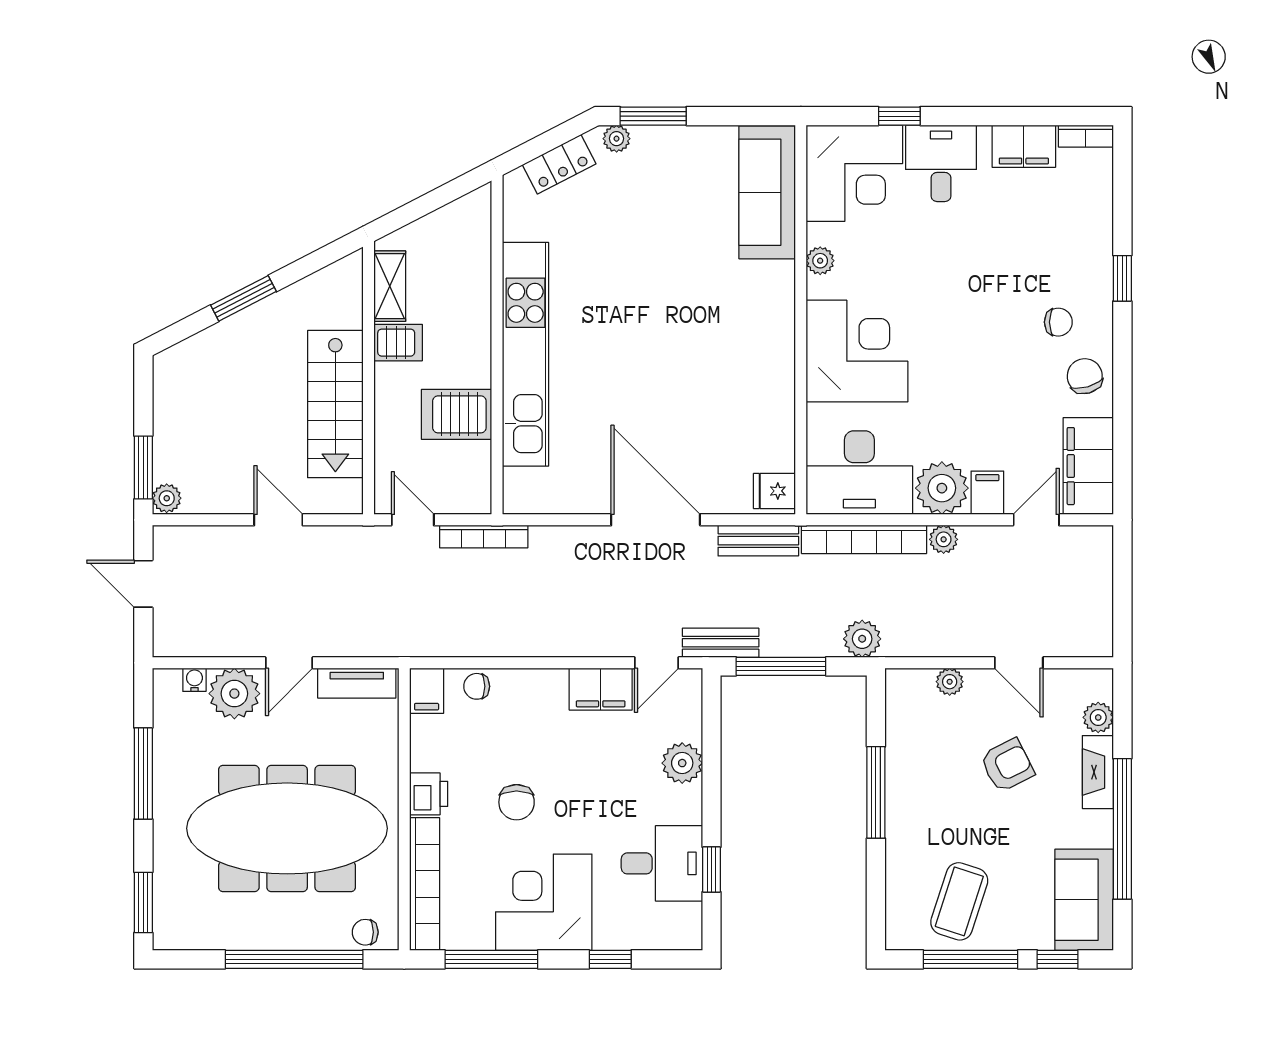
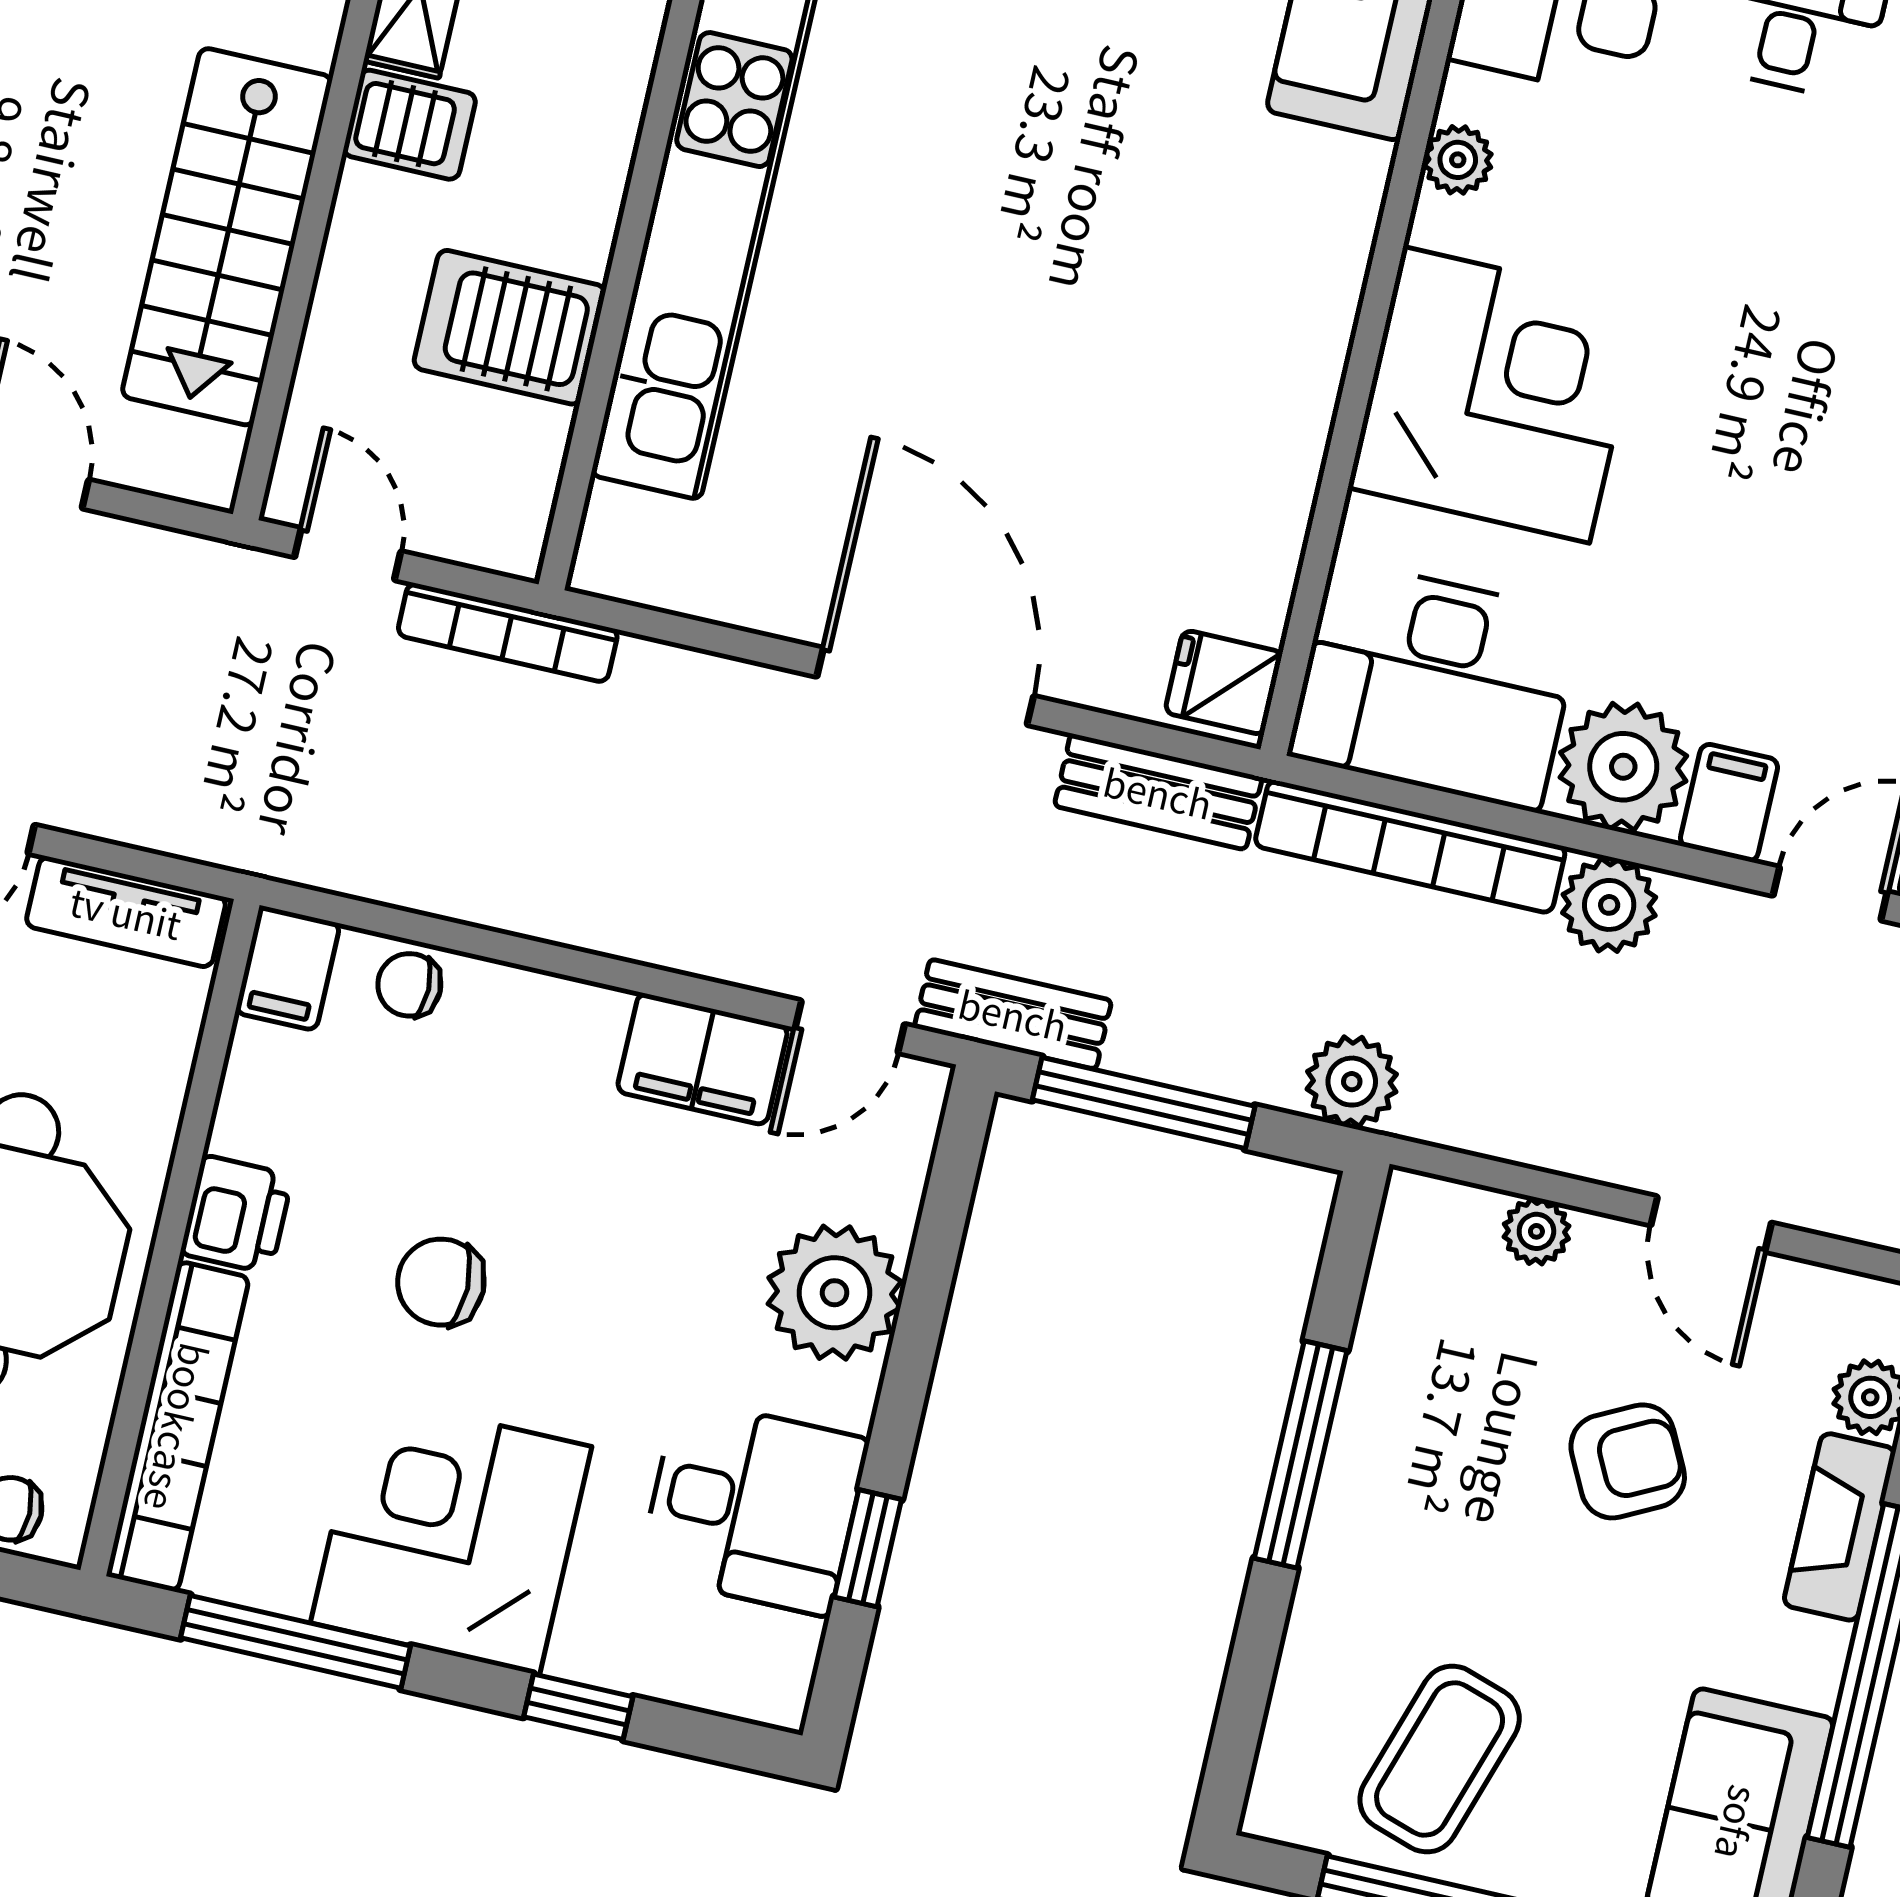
plant: (944, 539) -> (1609, 905), width x1.38, depth x1.38
plant: (682, 763) -> (835, 1293), width x1.36, depth x1.36
chair: (517, 802) -> (441, 1282), turned 90

